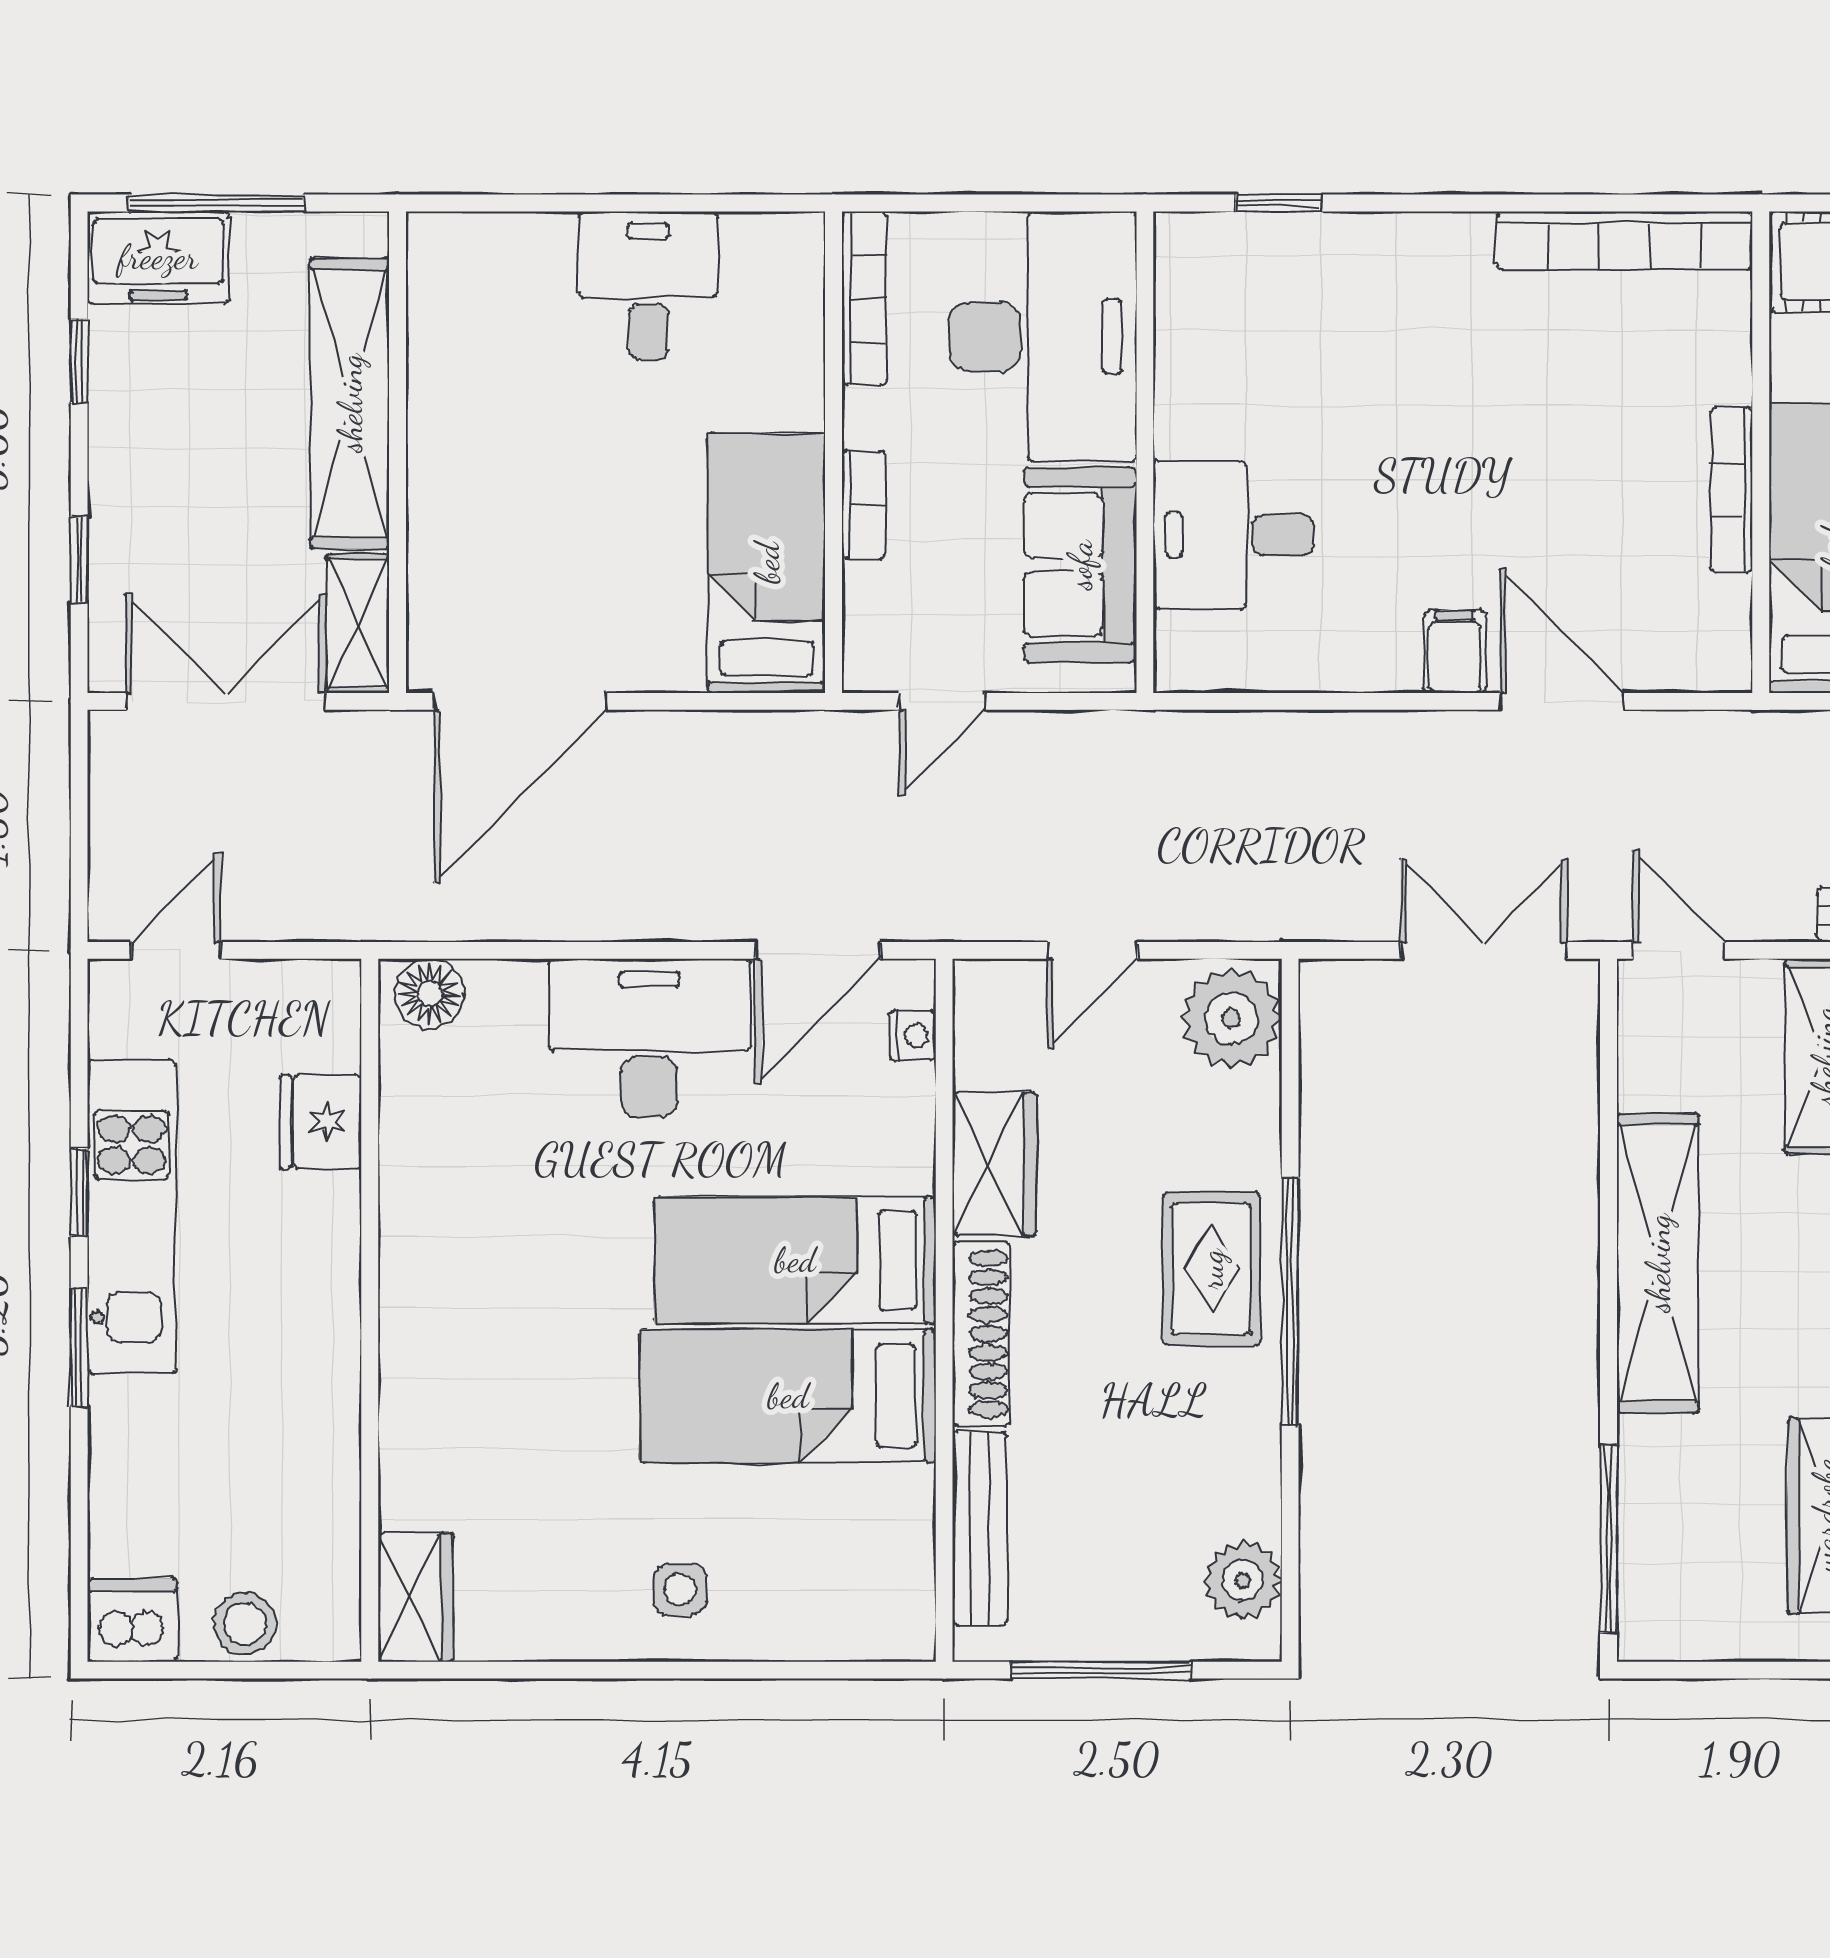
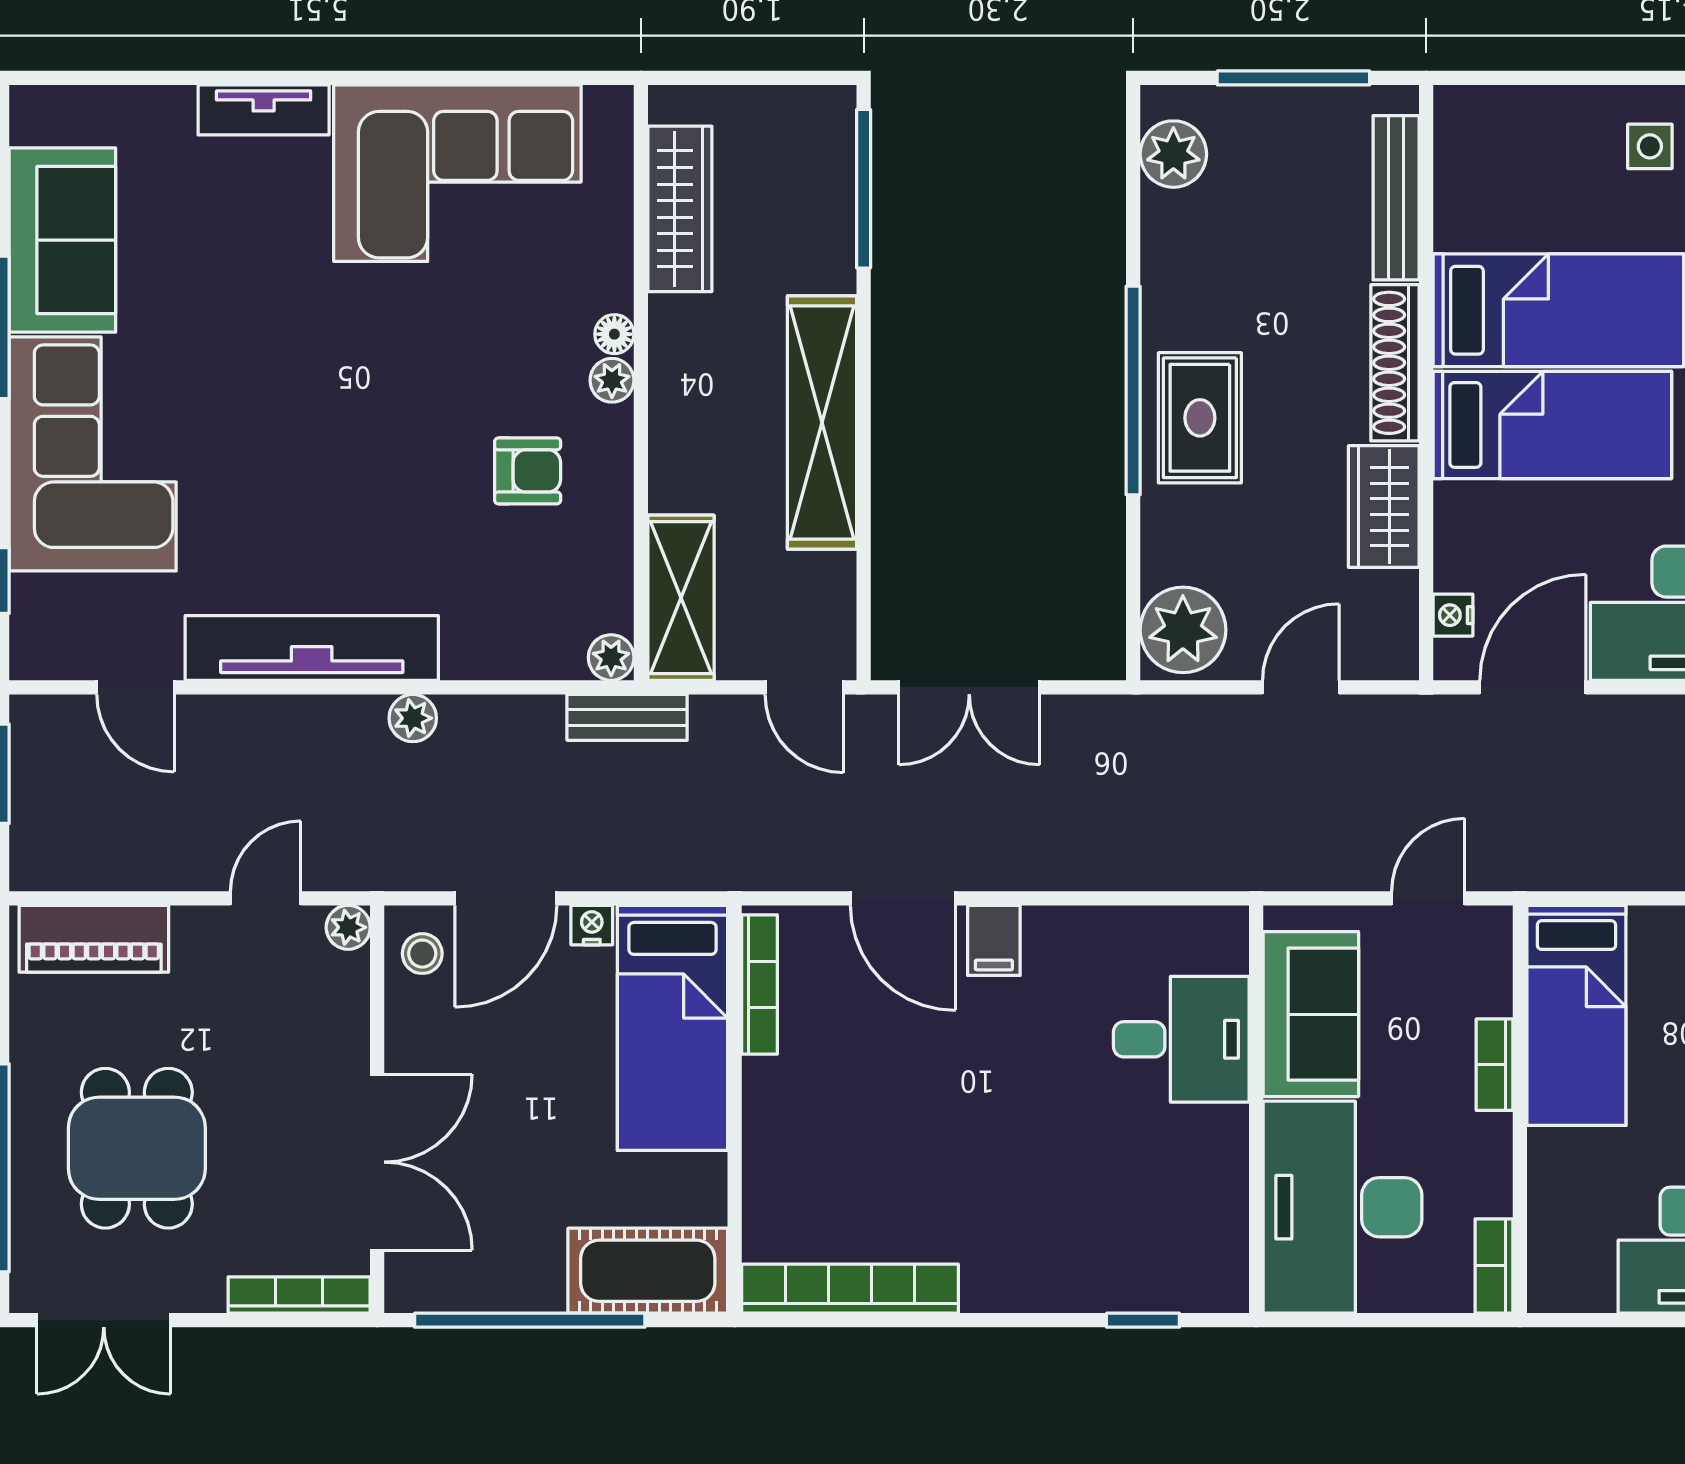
bookcase: (864, 298) -> (1494, 1266), width x0.64
bookcase: (1731, 490) -> (760, 984), moved

